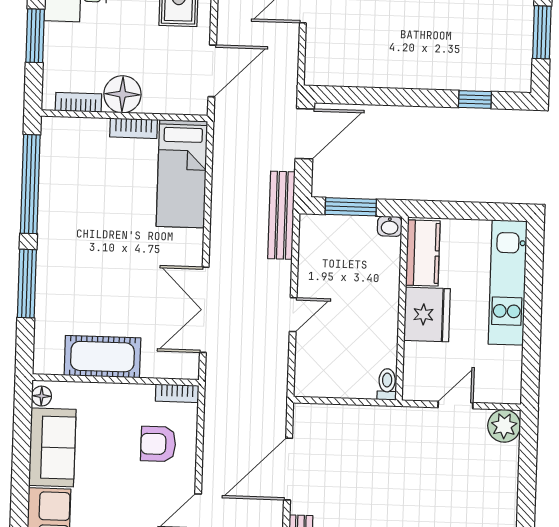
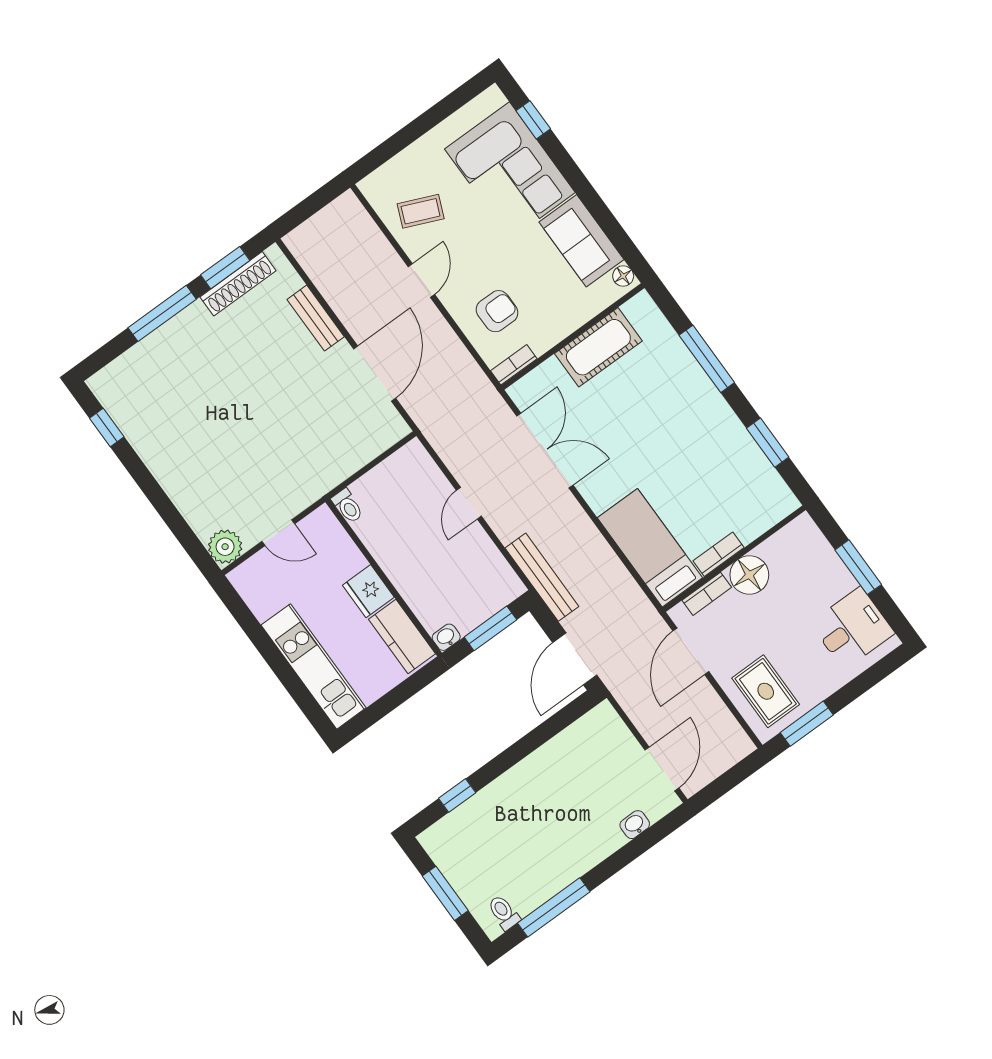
bookcase: (78, 102) -> (707, 594), moved
window: (30, 184) -> (768, 443), width x0.47
fridge: (427, 315) -> (368, 591), width x0.73, depth x0.75
door: (455, 405) -> (278, 533), hinge flipped

